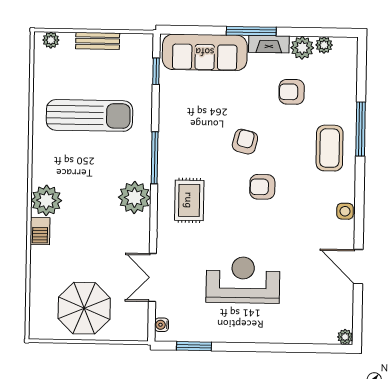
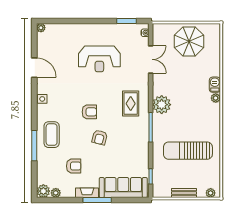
plant: (302, 48) -> (43, 191), moved
plant: (46, 200) -> (216, 98), width x0.53, depth x0.53

